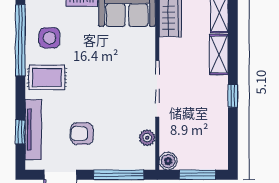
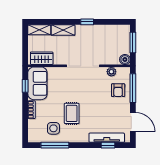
window: (20, 40) -> (55, 145), width x0.68
rug: (47, 77) -> (72, 113), moved
armchair: (82, 134) -> (118, 90), moved

